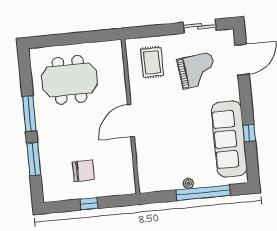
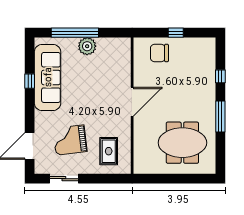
window: (34, 159) -> (220, 76), width x0.46
chair: (83, 171) -> (159, 53), moved
plant: (188, 183) -> (87, 46), width x1.88, depth x1.88

